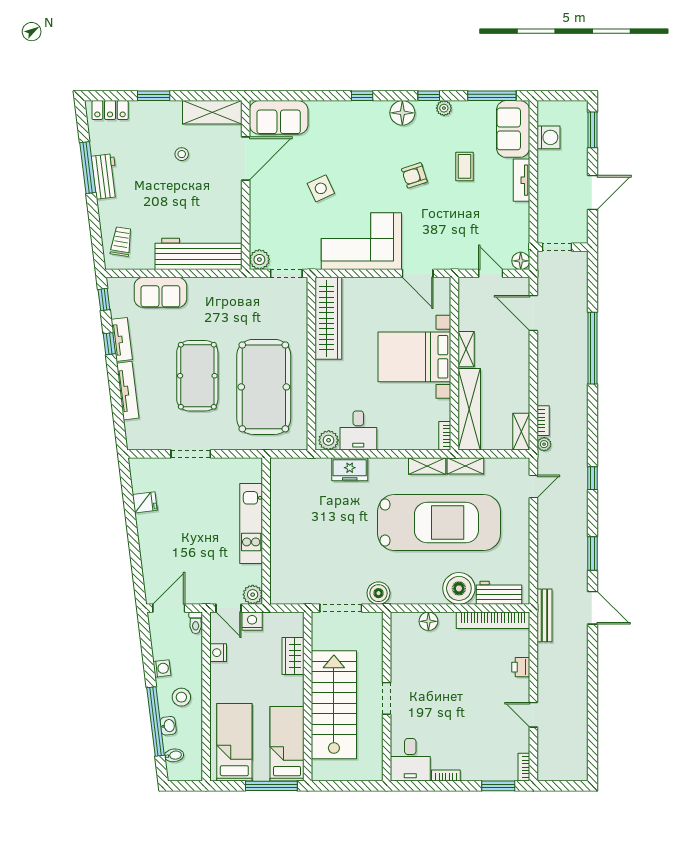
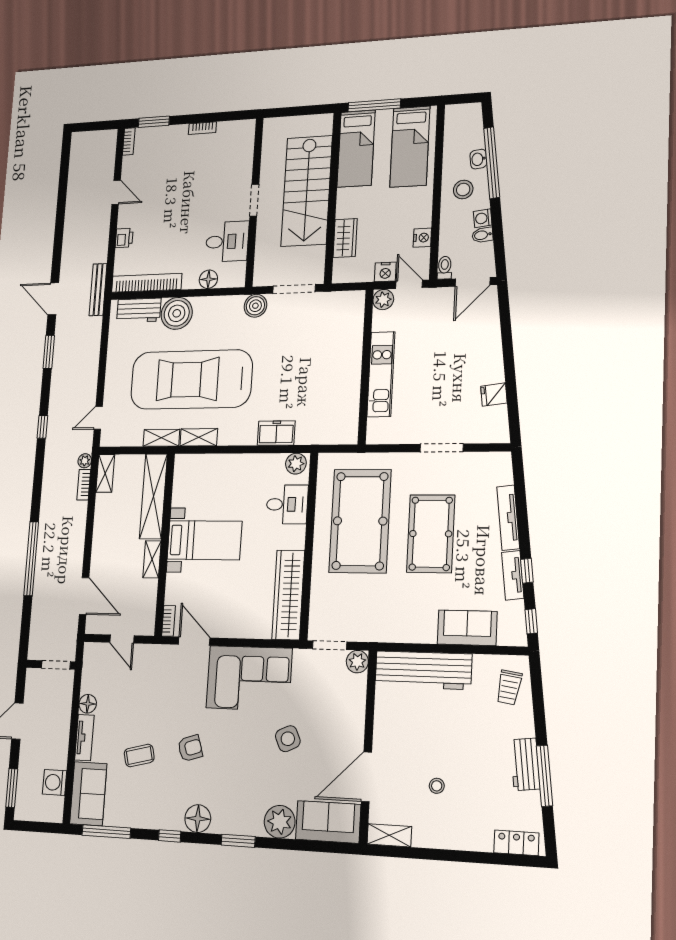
window: (154, 96) -> (465, 856), removed
window: (362, 96) -> (238, 841), width x1.50
plant: (444, 108) -> (280, 822), moved, width x1.87, depth x1.87
shelving: (212, 112) -> (389, 835), width x0.67, depth x0.75
coffee table: (465, 166) -> (139, 756), turned 76
floor lamp: (521, 261) -> (88, 704), moved
bed with nightstands: (414, 357) -> (204, 540), width x0.73
desk: (358, 431) -> (287, 504), moved, turned 90
bookcase: (445, 436) -> (169, 621), moved
bidet: (174, 755) -> (482, 235), moved
desk: (410, 760) -> (227, 242), moved, turned 90

